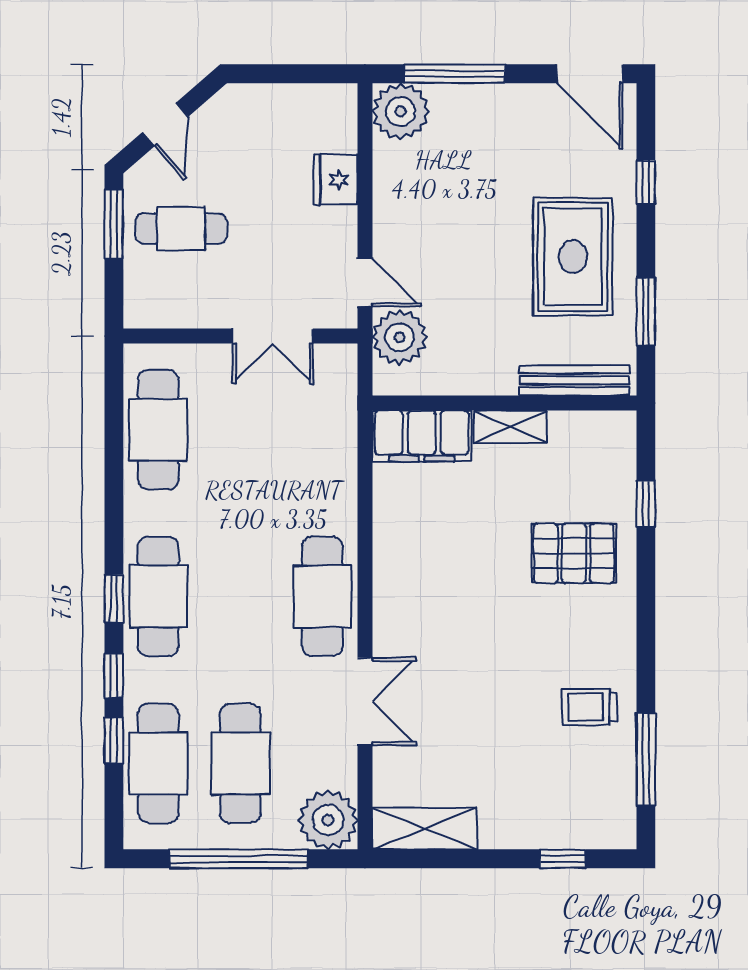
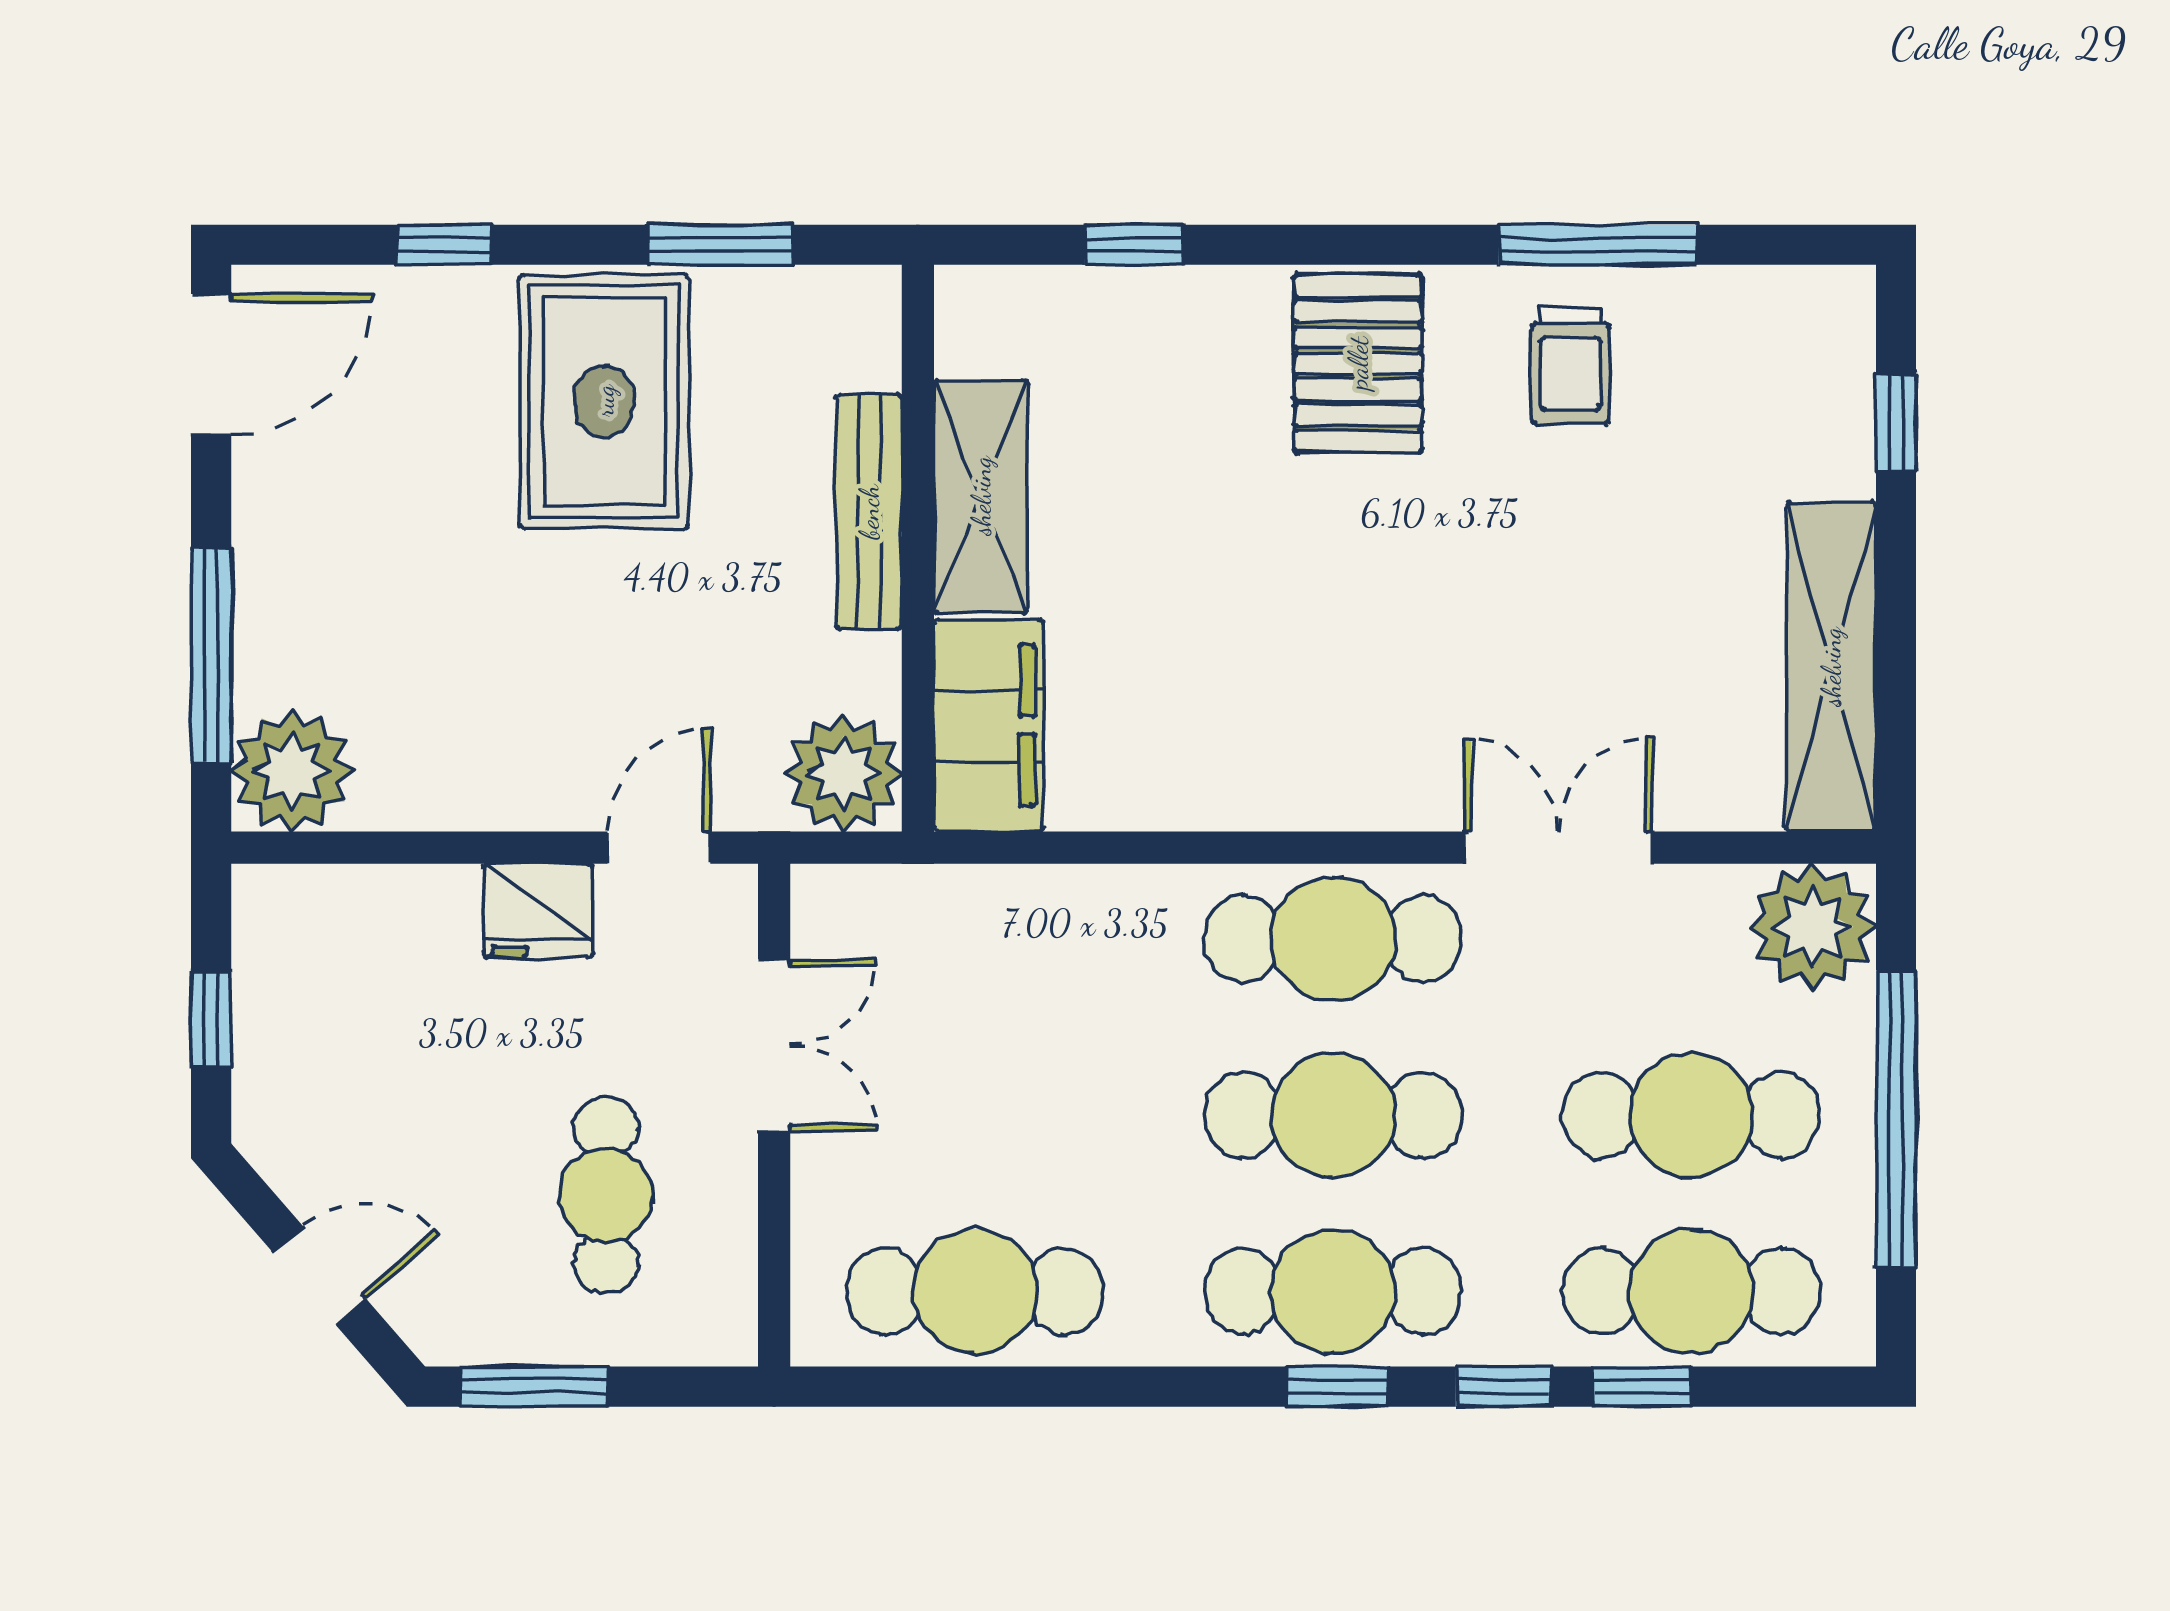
window: (285, 74) -> (211, 1020), added
fridge: (336, 180) -> (538, 910), moved
cafe table: (181, 229) -> (606, 1195), moved
rug: (573, 257) -> (604, 401), turned 90
plant: (400, 337) -> (844, 773), moved
bench: (574, 380) -> (869, 512), moved
shelving: (510, 427) -> (981, 496), width x1.50, depth x1.33
pallet: (574, 553) -> (1358, 363), moved
cafe table: (240, 596) -> (1333, 1115), added
window: (646, 759) -> (1598, 245), moved
shelving: (425, 829) -> (1831, 667), width x1.47

